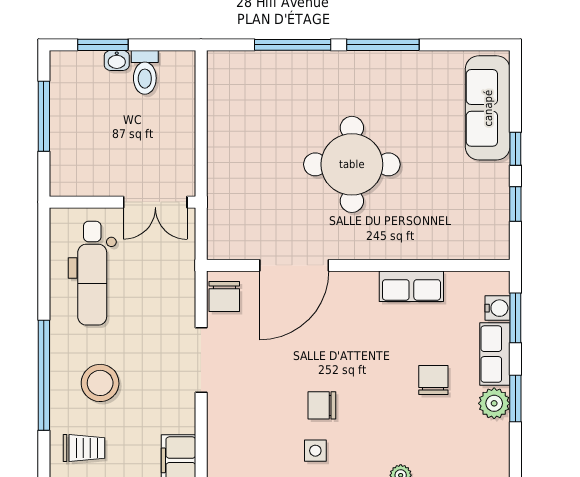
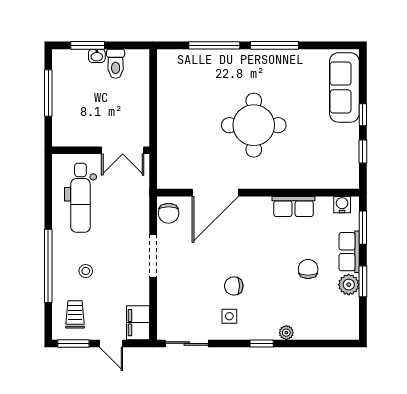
water cooler: (497, 308) -> (342, 205), moved, turned -90
stool: (100, 383) -> (86, 271), width x0.53, depth x0.53
trolley: (84, 448) -> (75, 314), turned -90

